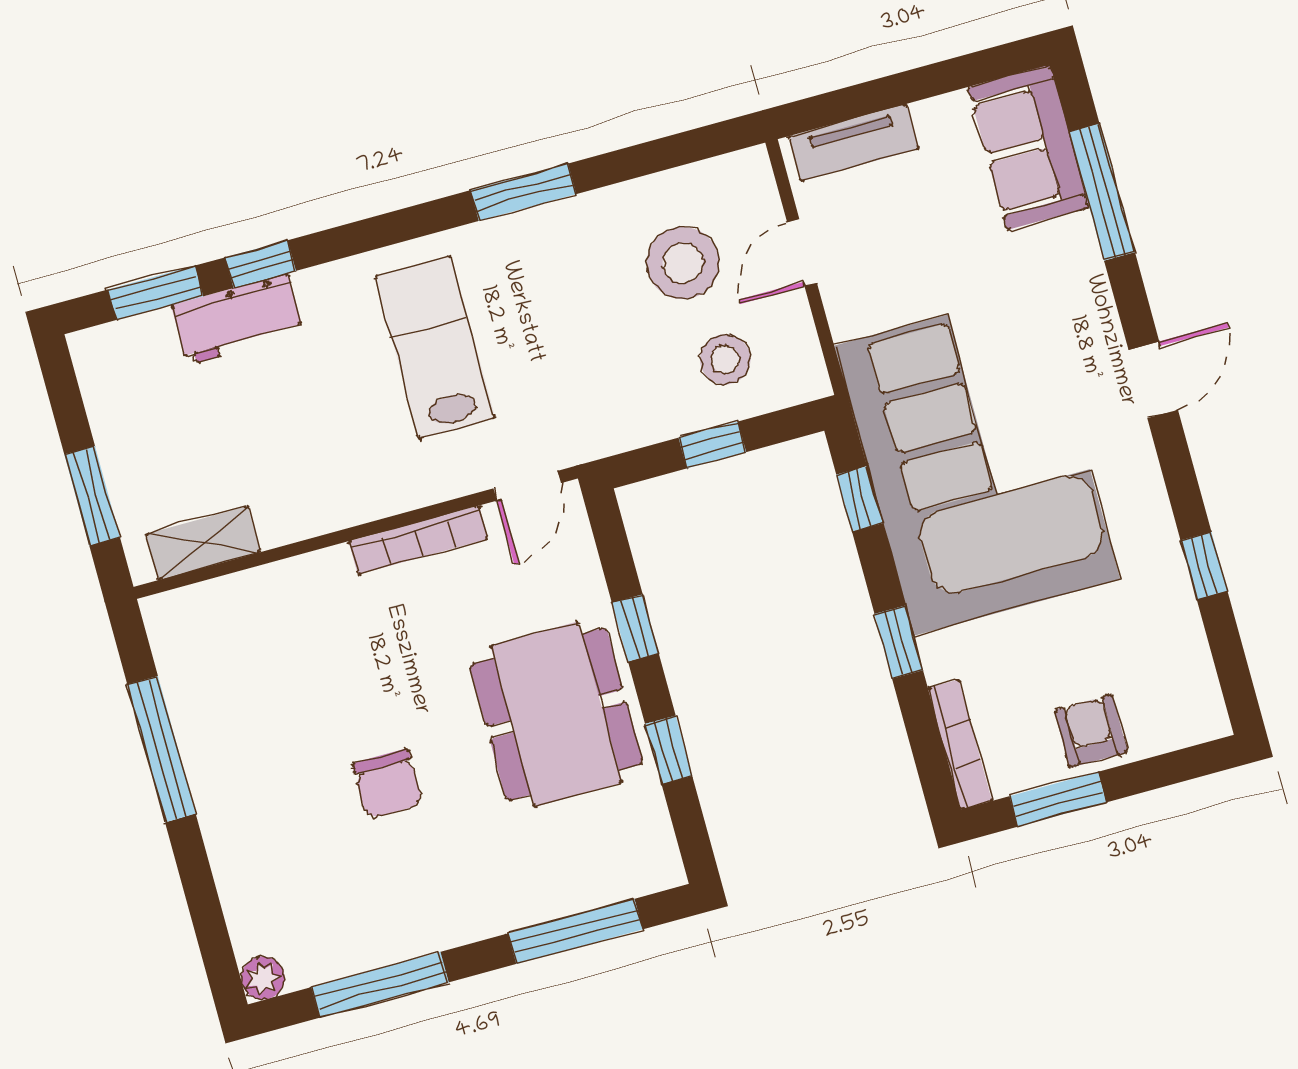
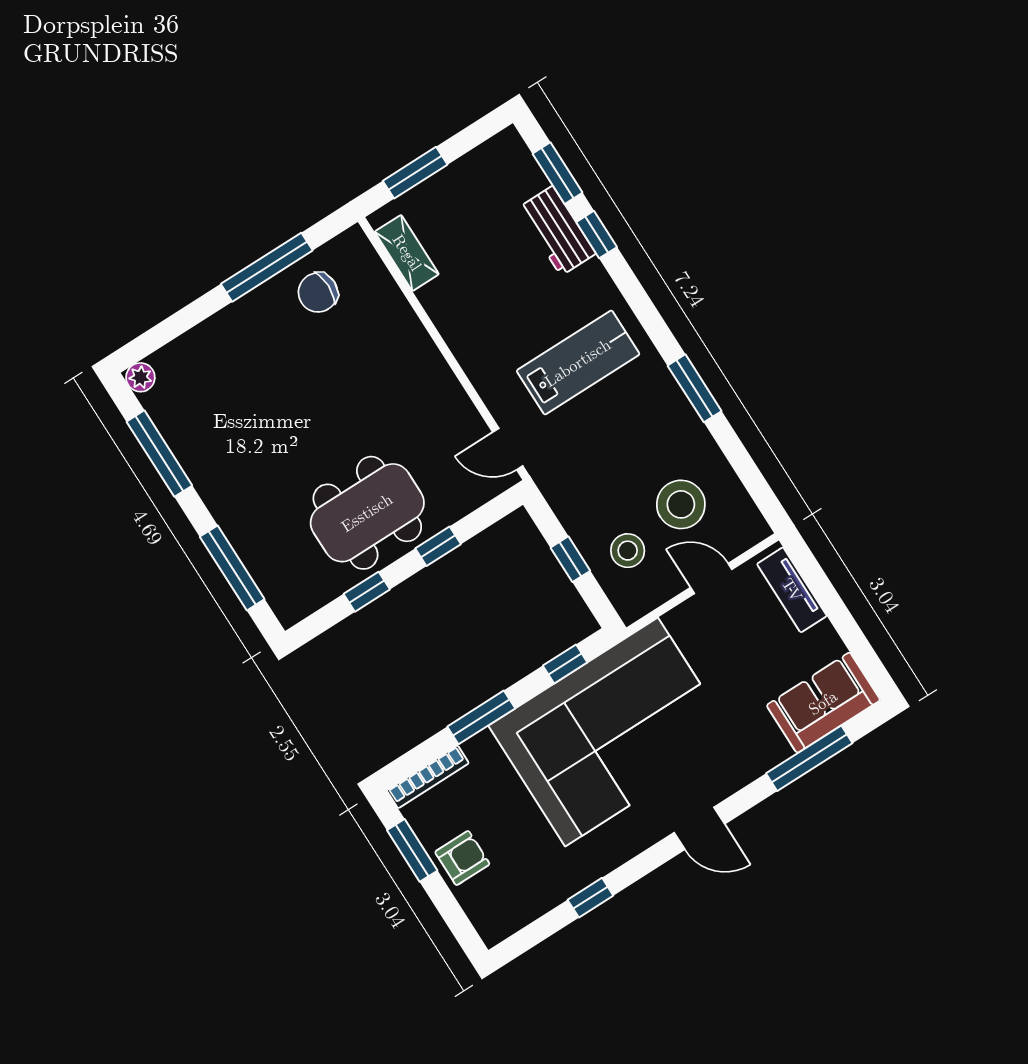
bookcase: (418, 540) -> (451, 390), removed
window: (899, 642) -> (481, 717), width x1.50
chair: (387, 784) -> (318, 292), moved

